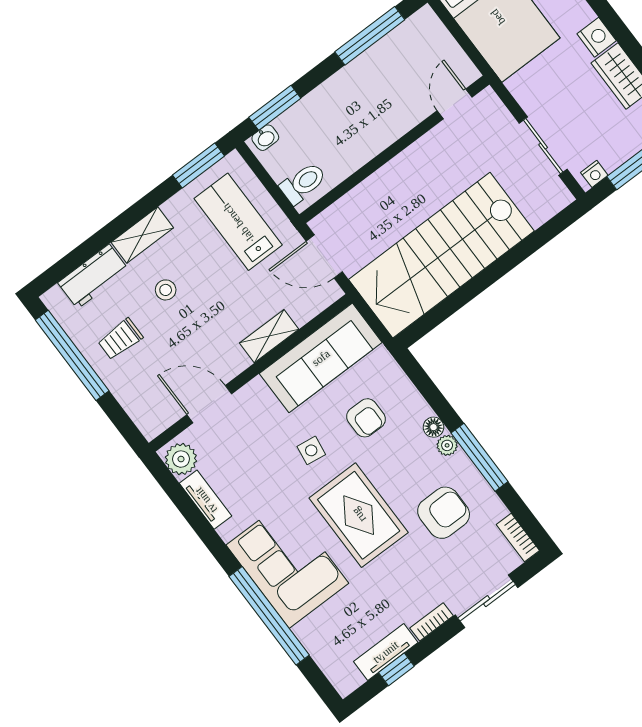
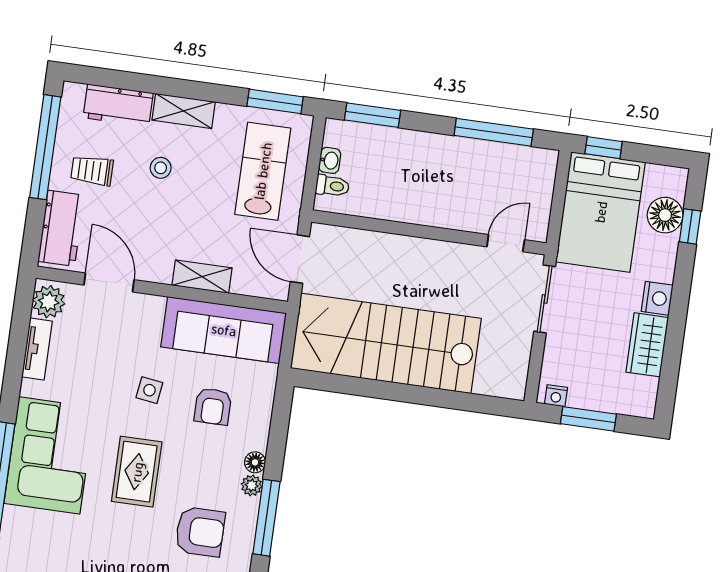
washbasin: (265, 138) -> (330, 160), moved, turned -90
sliding door: (543, 146) -> (545, 299), moved
toilet: (303, 183) -> (332, 186), width x0.73, depth x0.72
workbench: (139, 400) -> (61, 228), added
rug: (359, 515) -> (137, 472), width x0.73, depth x0.70

